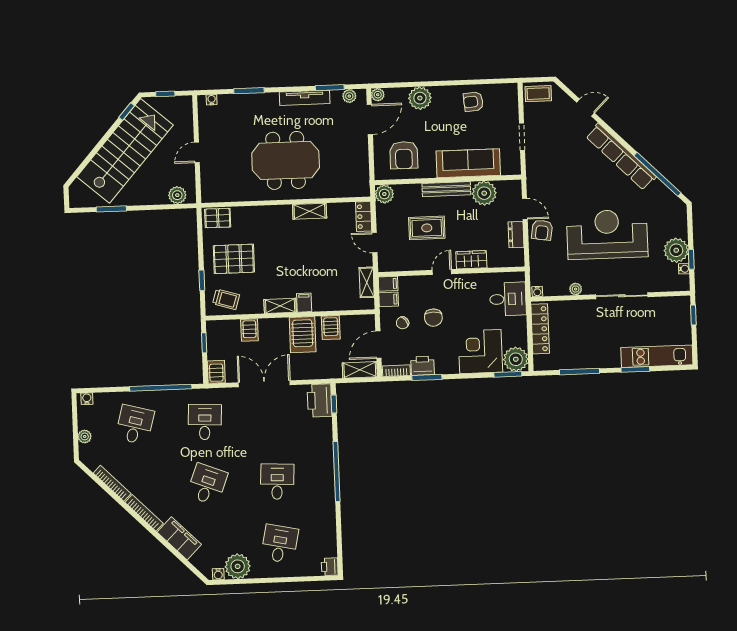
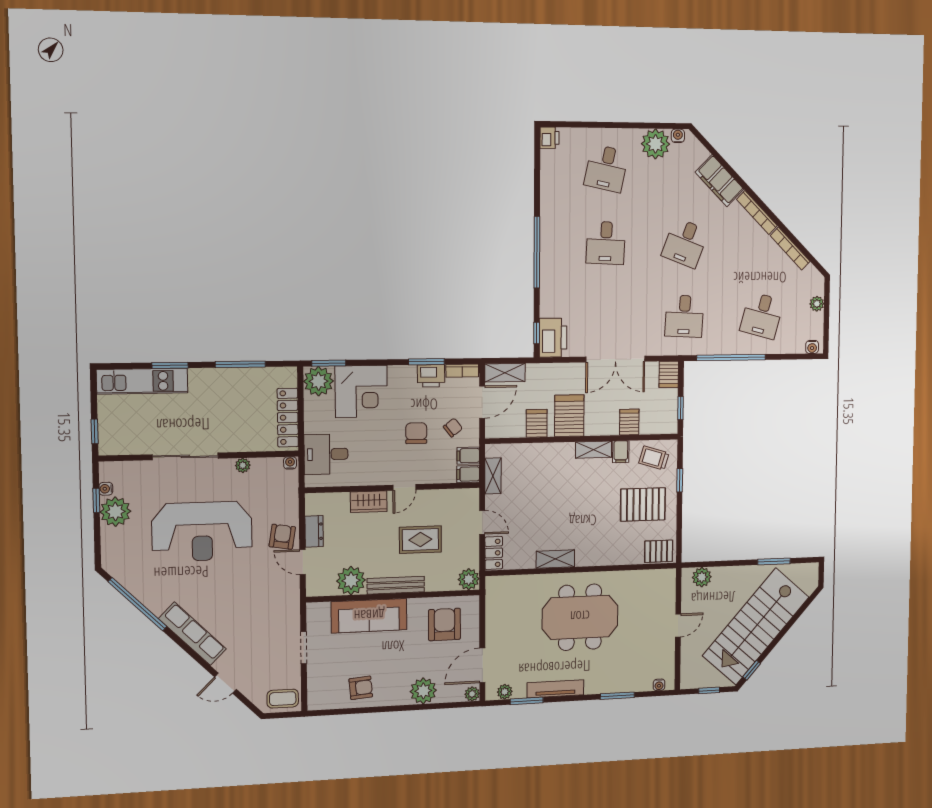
row of seats: (621, 157) -> (192, 634), width x0.73
filing cabinet: (304, 303) -> (621, 452), moved

